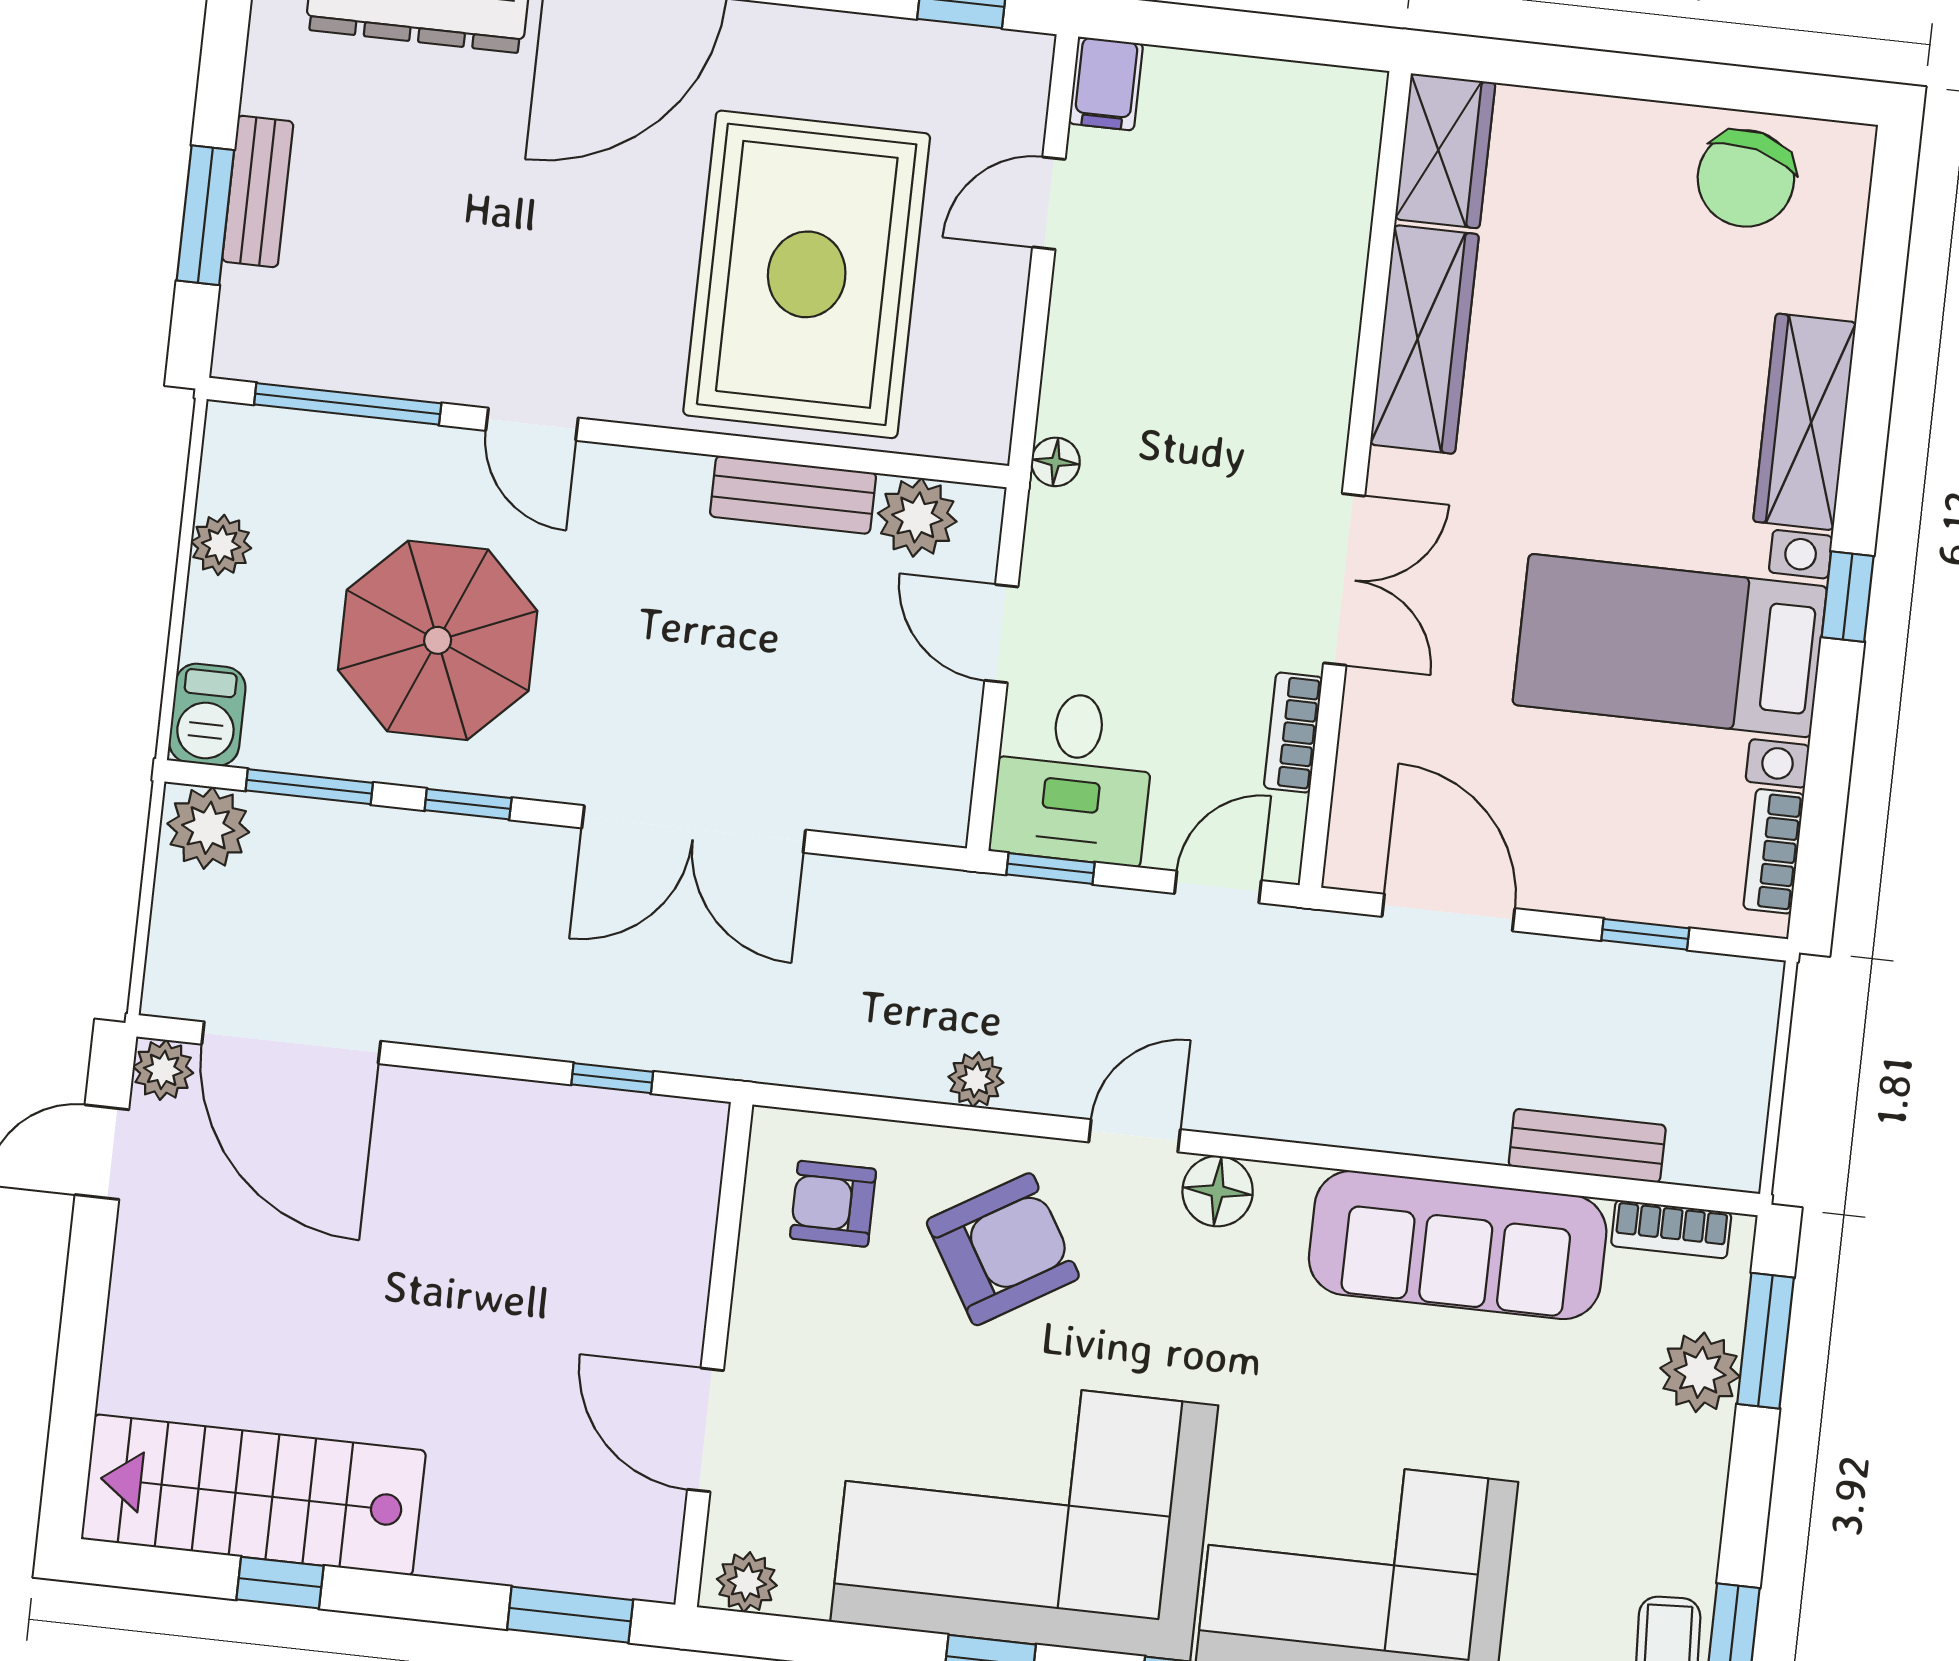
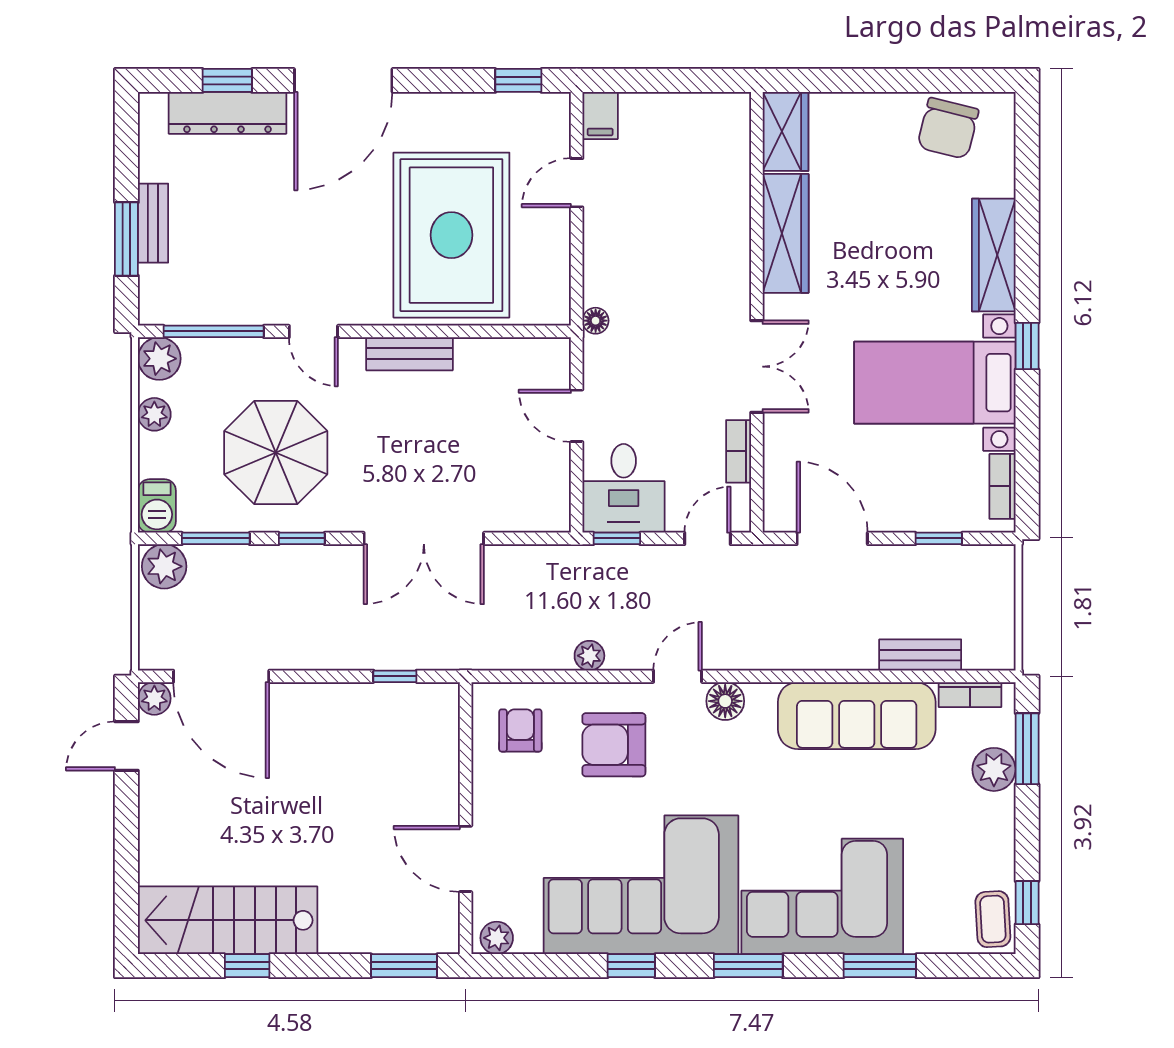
bench: (793, 495) -> (409, 354), moved
plant: (917, 517) -> (159, 359), moved
armchair: (833, 1204) -> (520, 730), turned 90
armchair: (1003, 1249) -> (614, 745), turned -149

